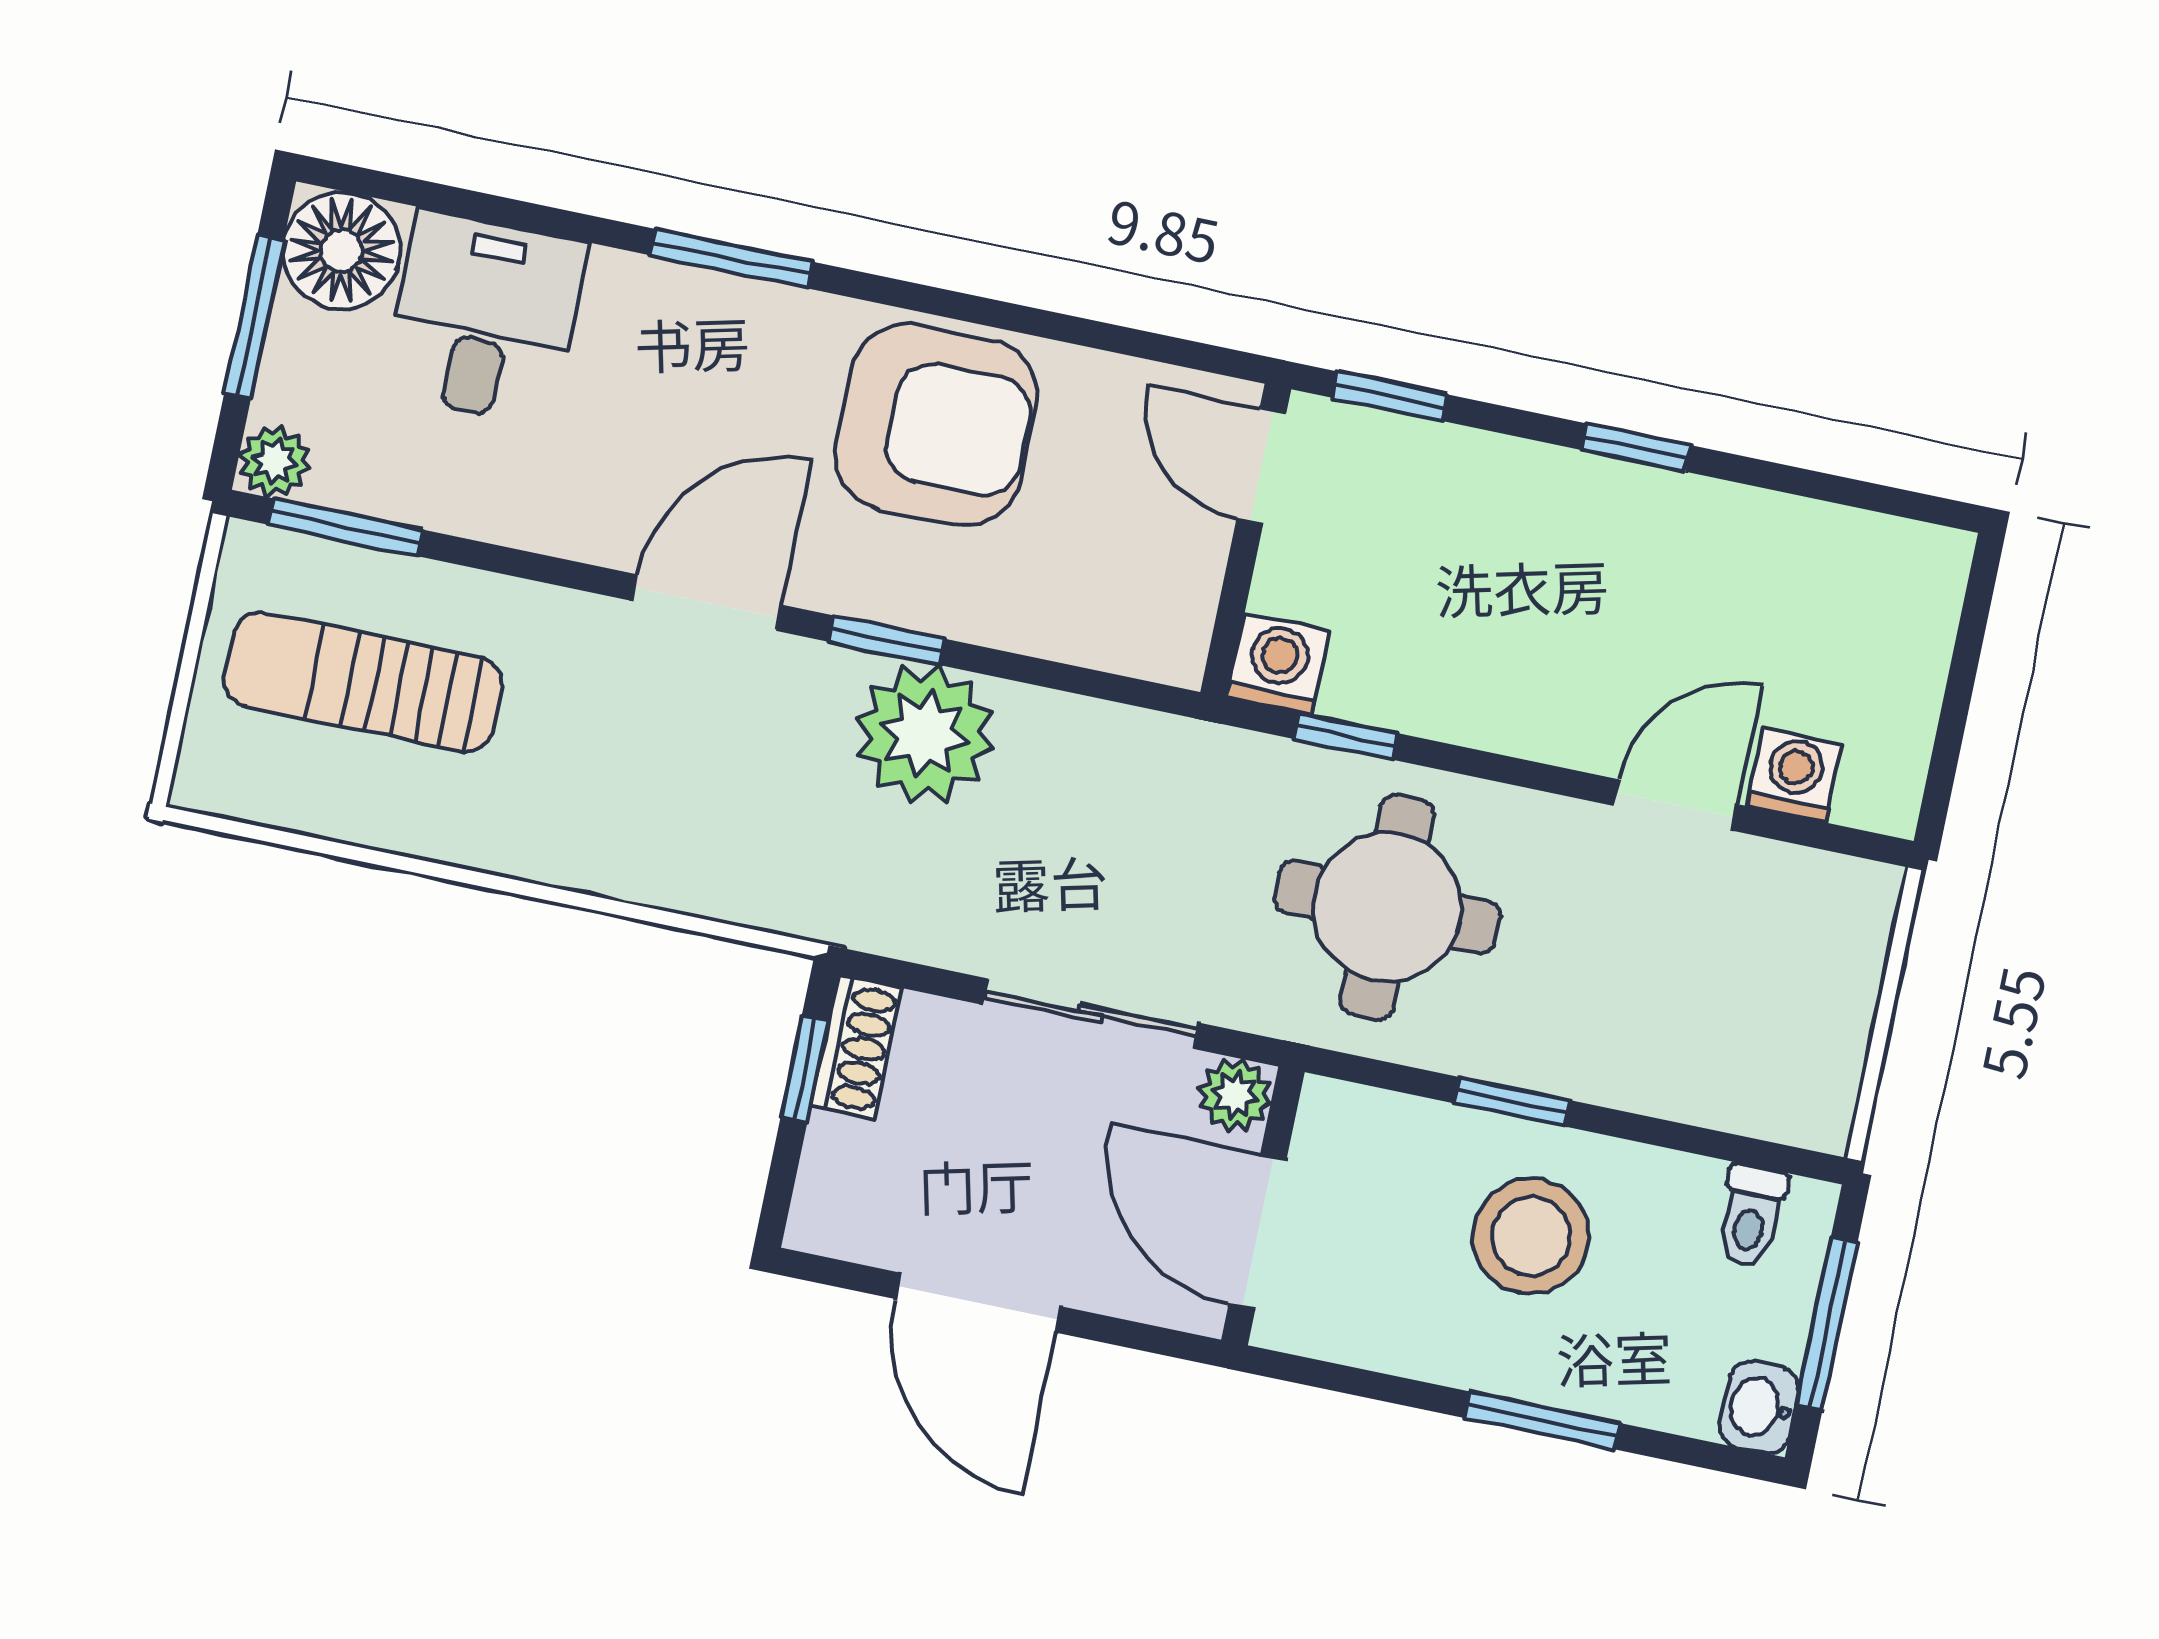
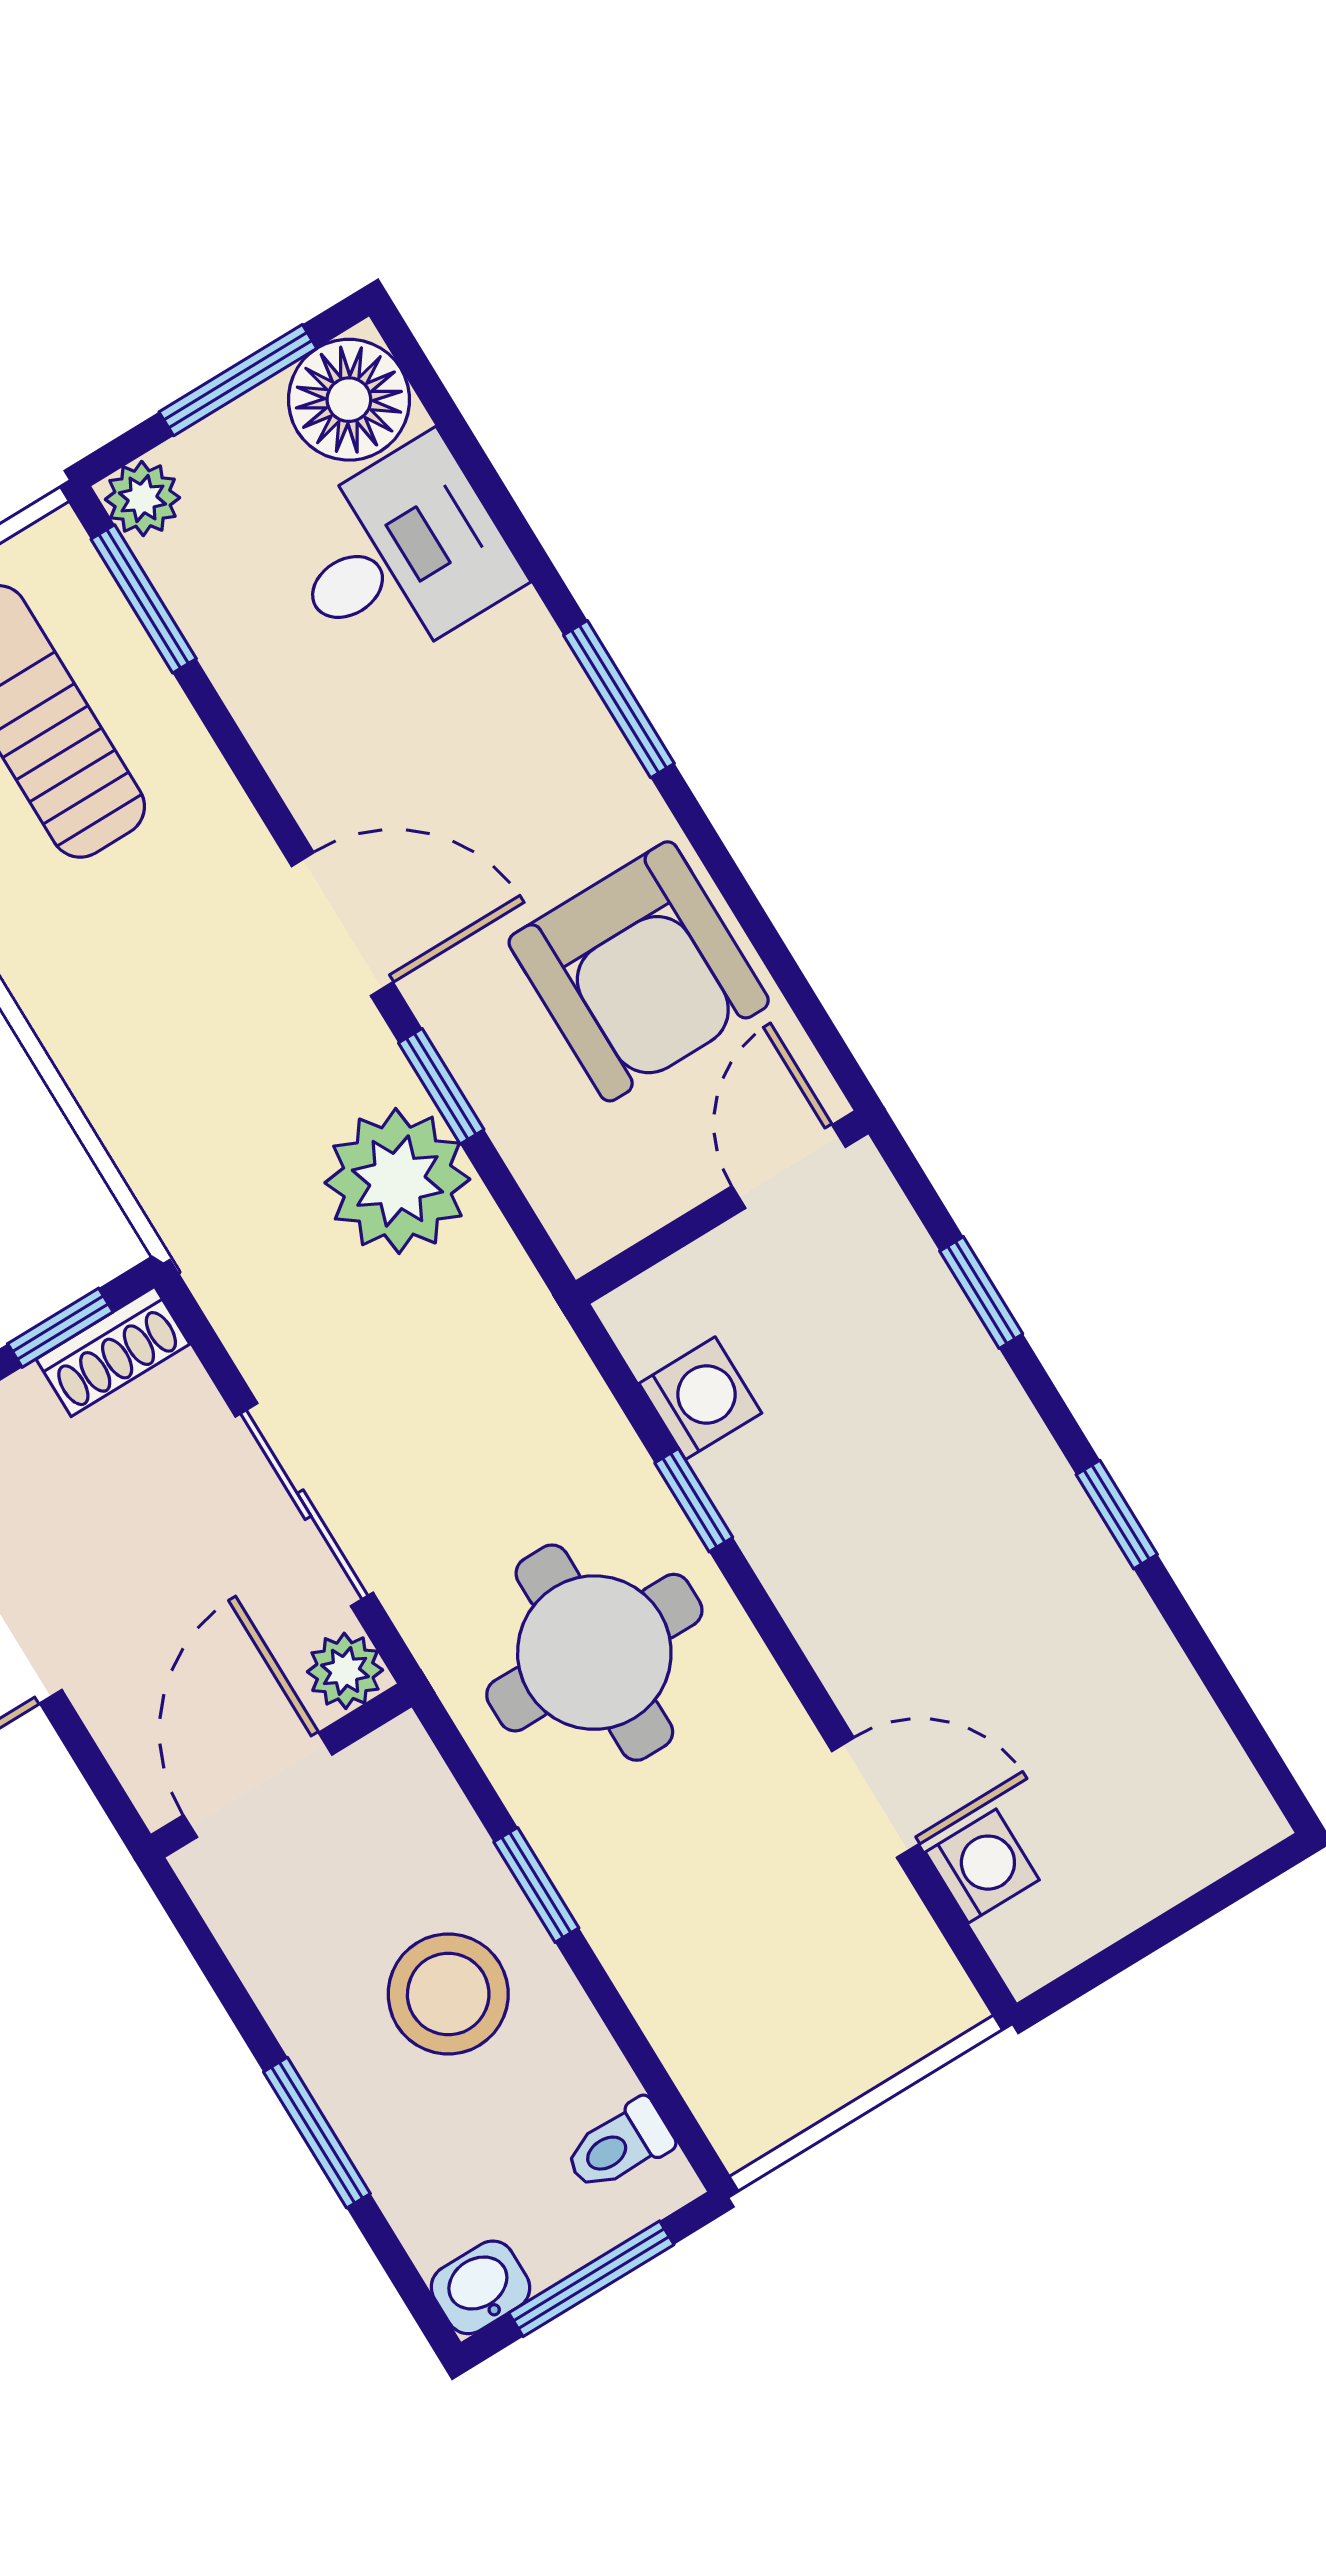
door: (1261, 467) -> (789, 1166), moved
wall: (1246, 541) -> (722, 1207), moved

